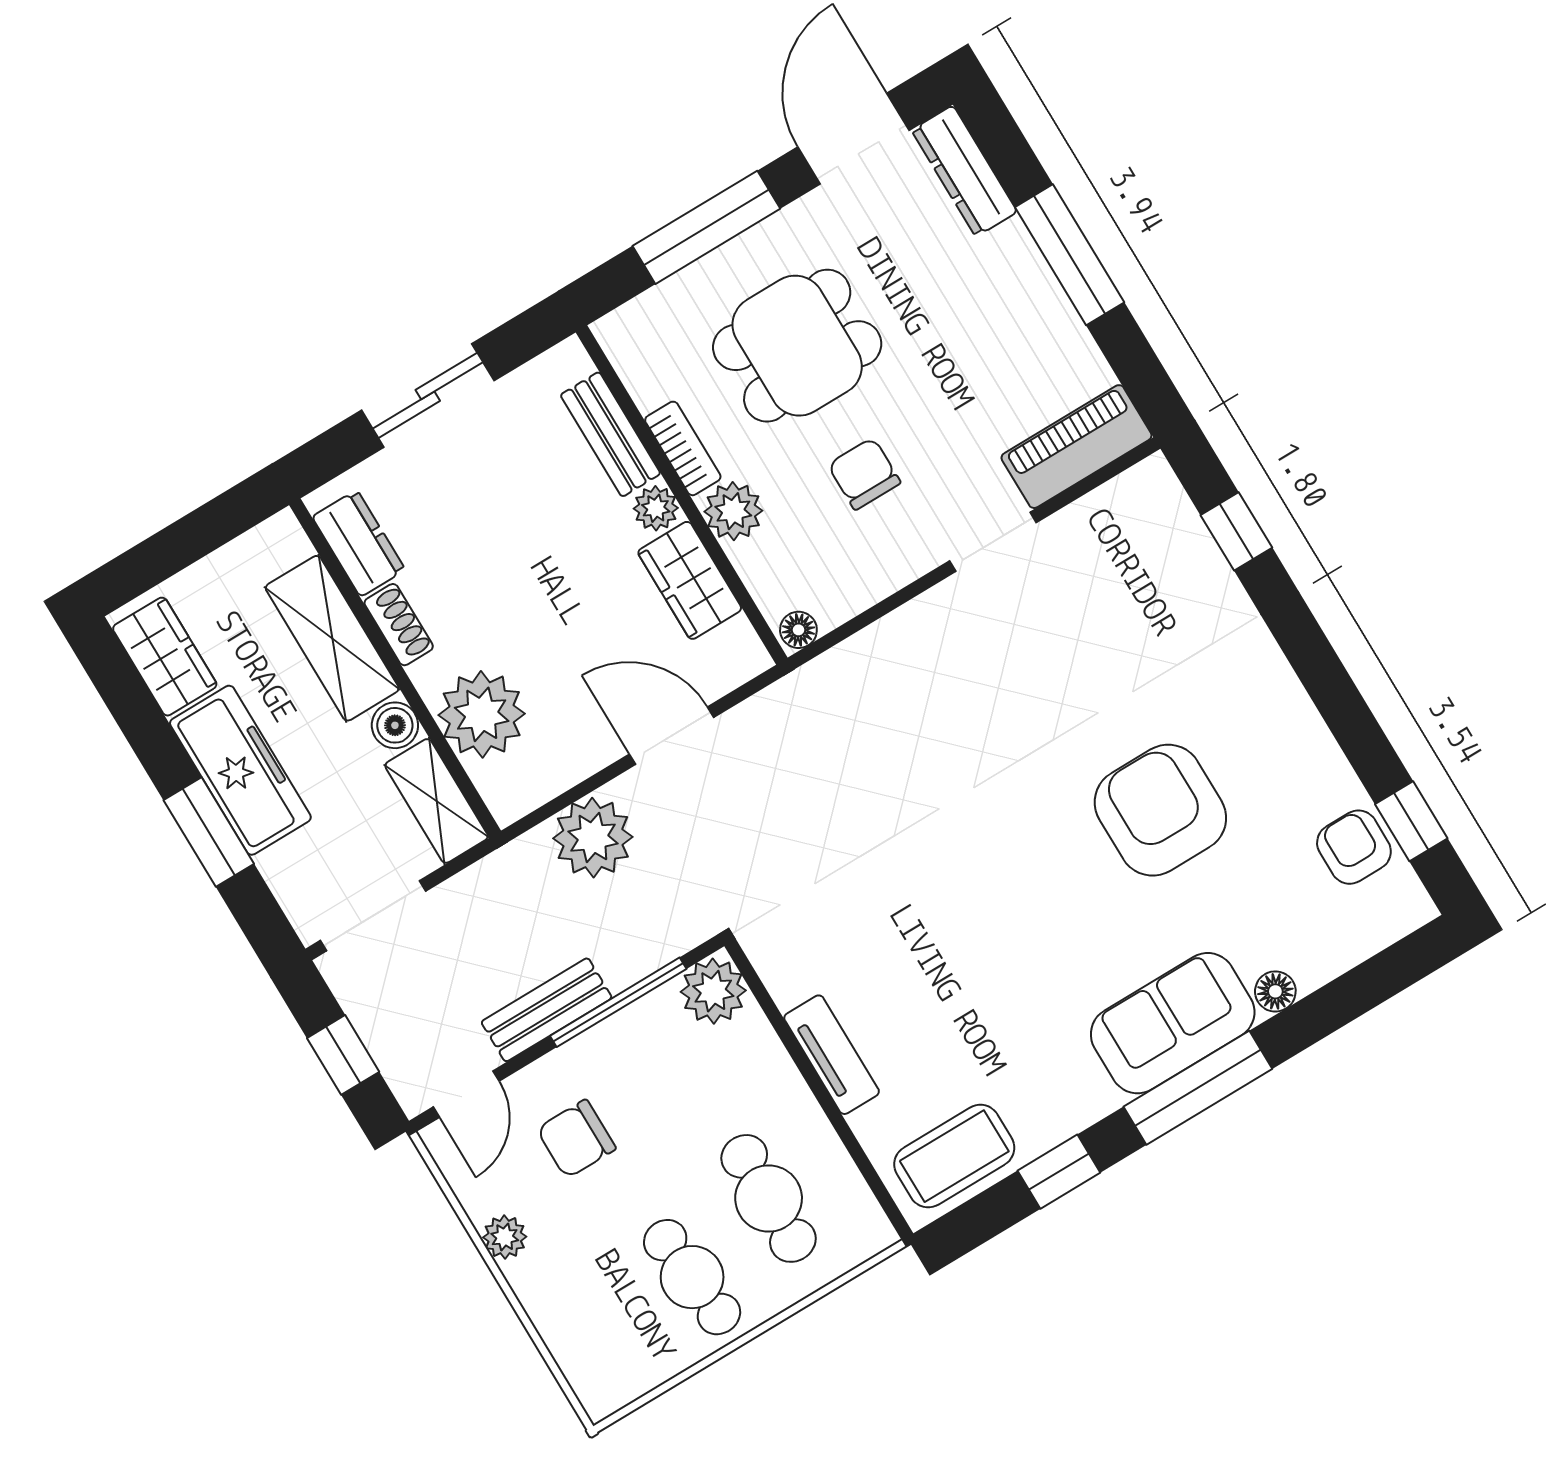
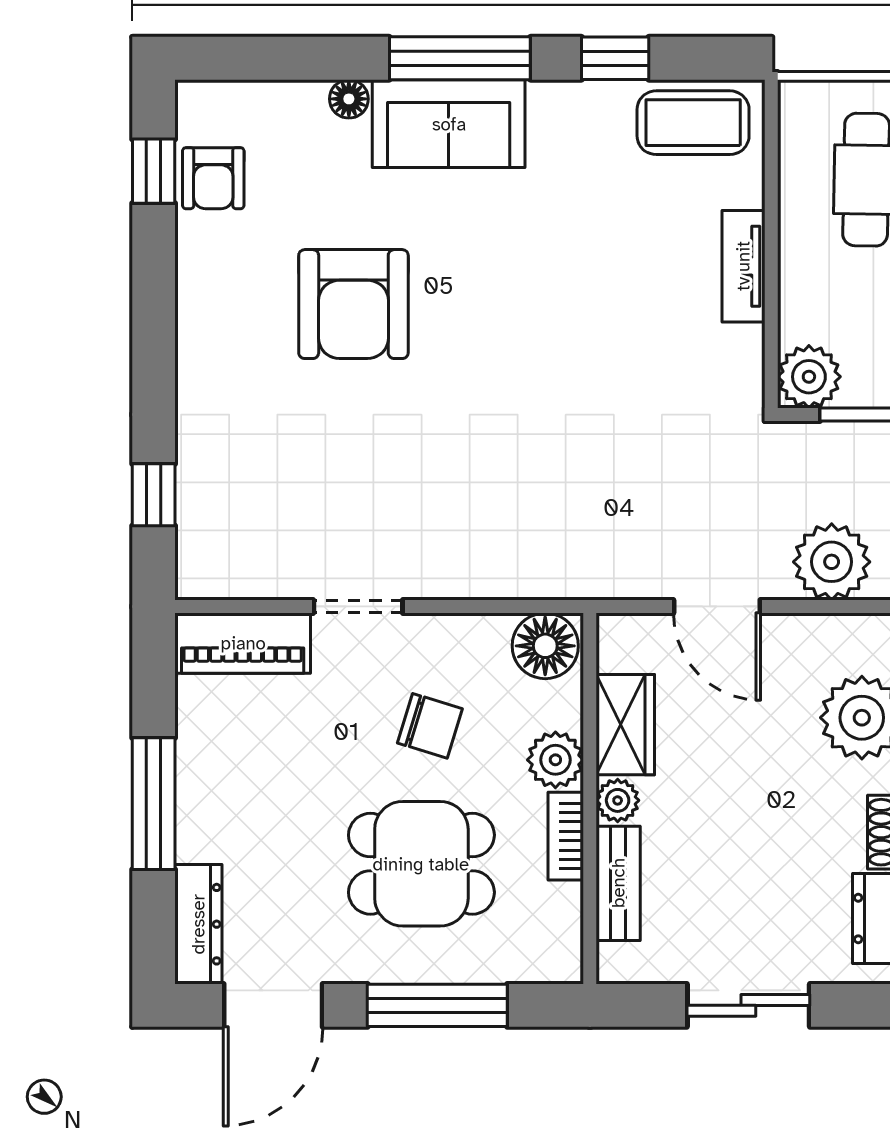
chair: (864, 474) -> (430, 726), turned -73
floor lamp: (798, 630) -> (545, 646), width x1.89, depth x1.89

